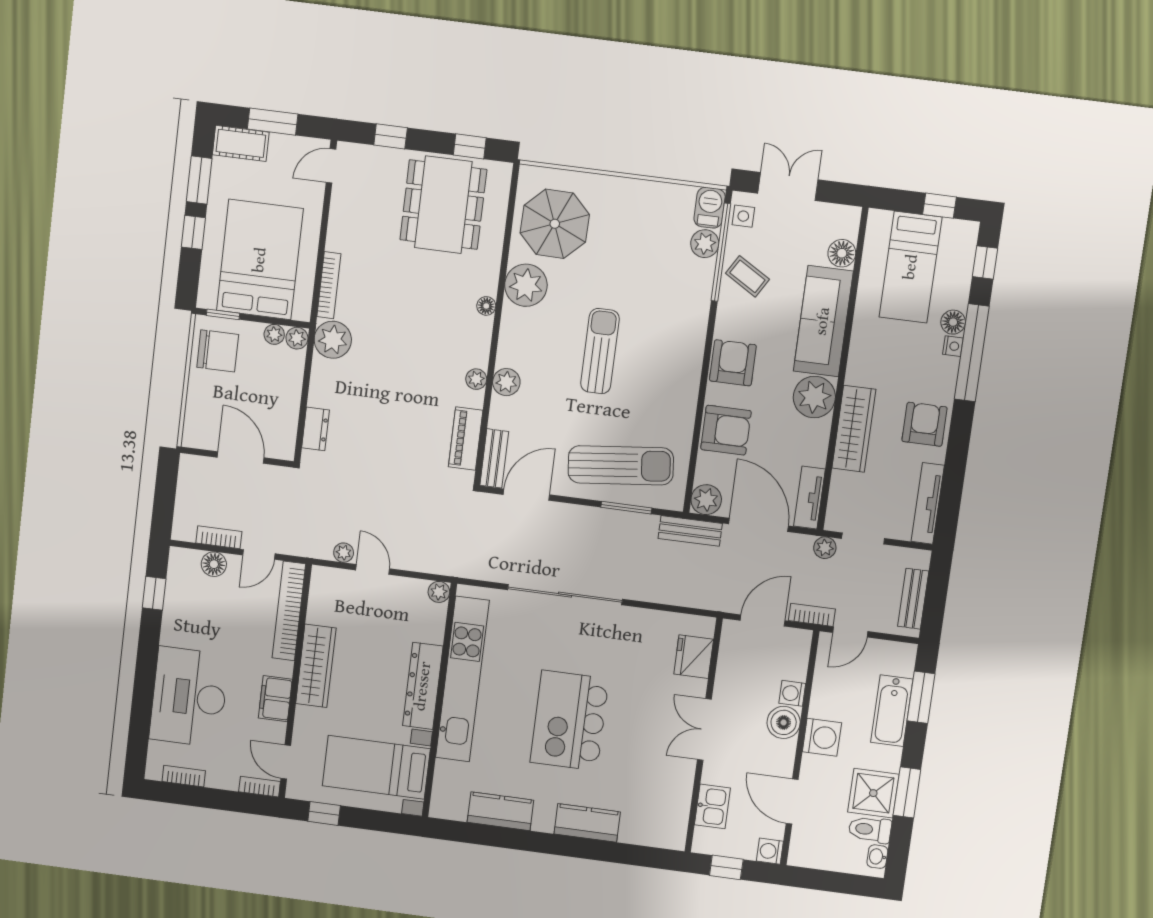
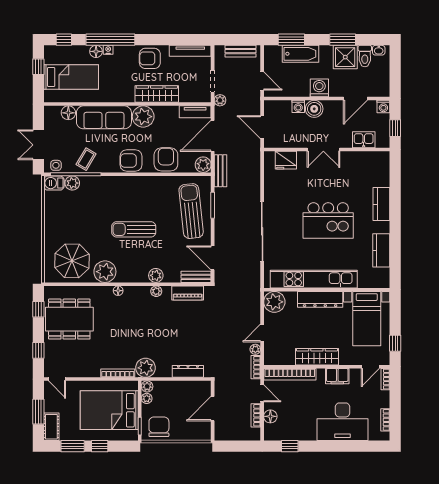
dresser: (316, 429) -> (188, 371), width x1.44
plant: (439, 592) -> (274, 302), width x1.88, depth x1.88
bookcase: (812, 615) -> (256, 367), moved

